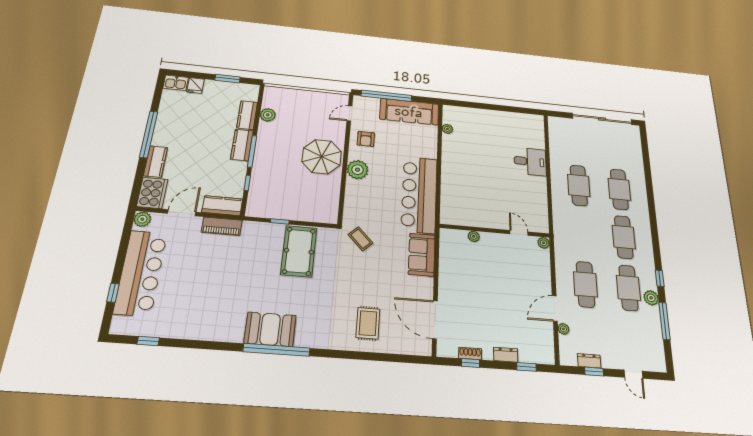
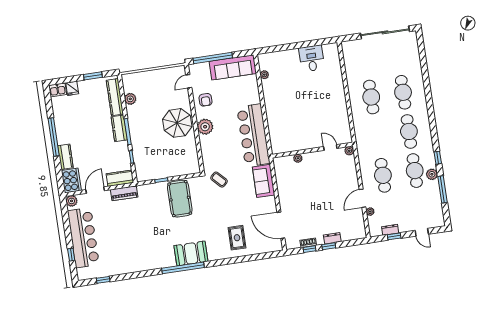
kitchen counter: (247, 115) -> (115, 97), width x1.50
desk: (530, 162) -> (312, 58), moved, turned -90
booth: (270, 329) -> (191, 253), moved
window: (526, 367) -> (329, 246), moved

